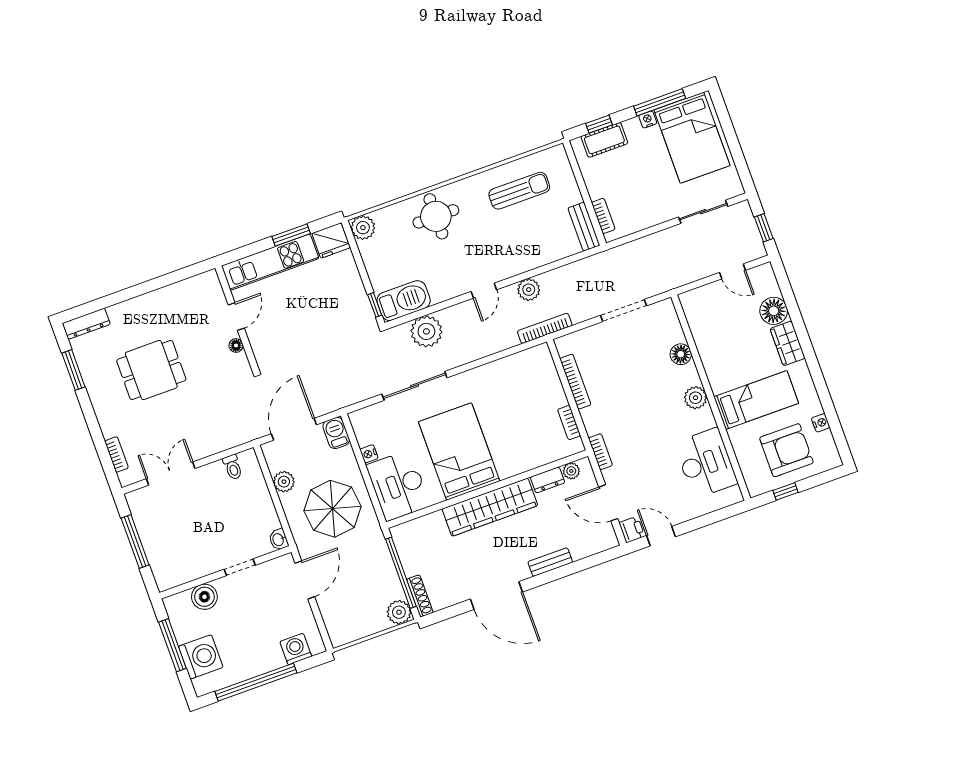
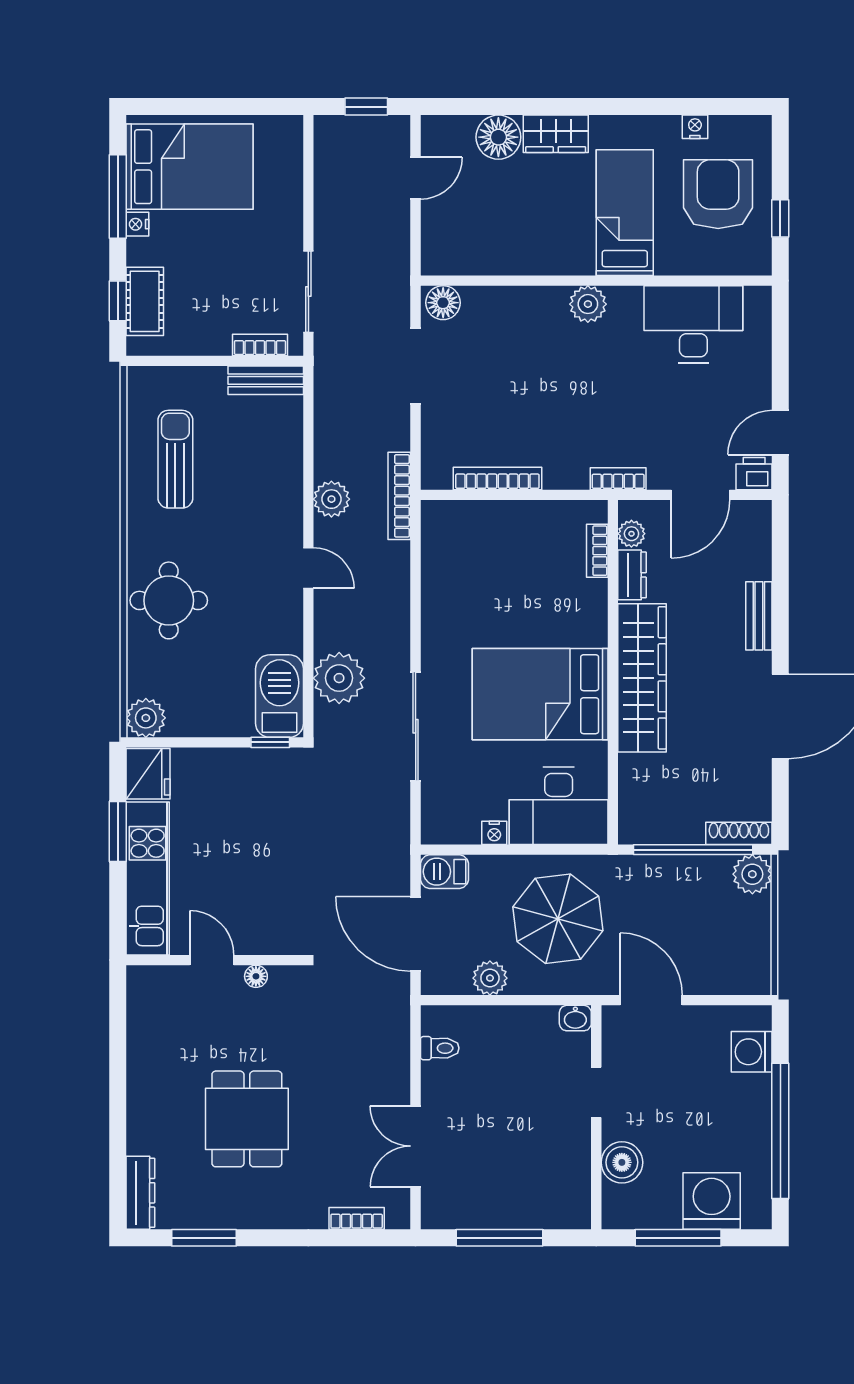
sliding door: (703, 212) -> (308, 292), moved
floor lamp: (681, 354) -> (443, 303), moved
bookcase: (569, 423) -> (597, 551), moved, turned 90

